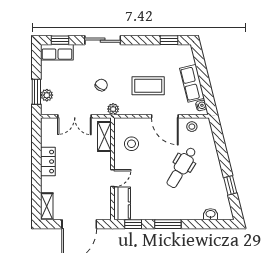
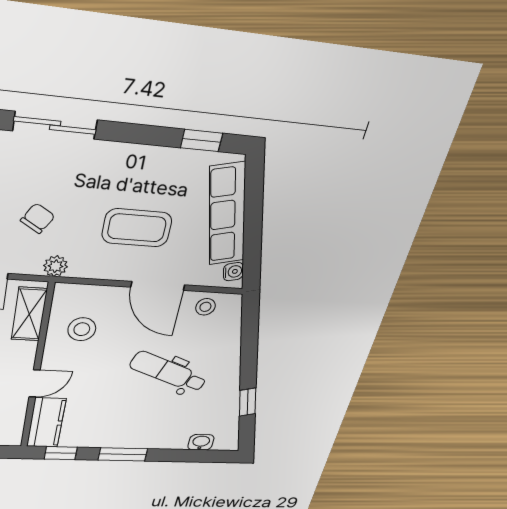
row of seats: (192, 83) -> (227, 214), width x1.48
dental chair: (182, 167) -> (169, 372), turned 80

